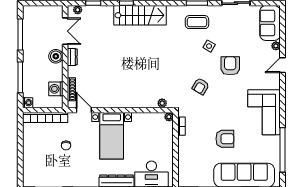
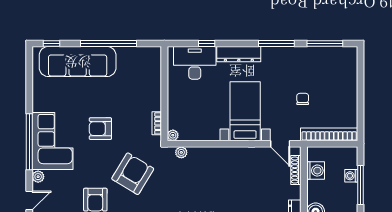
plant: (275, 84) -> (38, 177), added
armchair: (201, 86) -> (133, 174), width x1.88, depth x1.88
washing machine: (28, 103) -> (351, 176), moved
armchair: (225, 139) -> (100, 129), moved
window: (283, 150) -> (29, 142), moved

